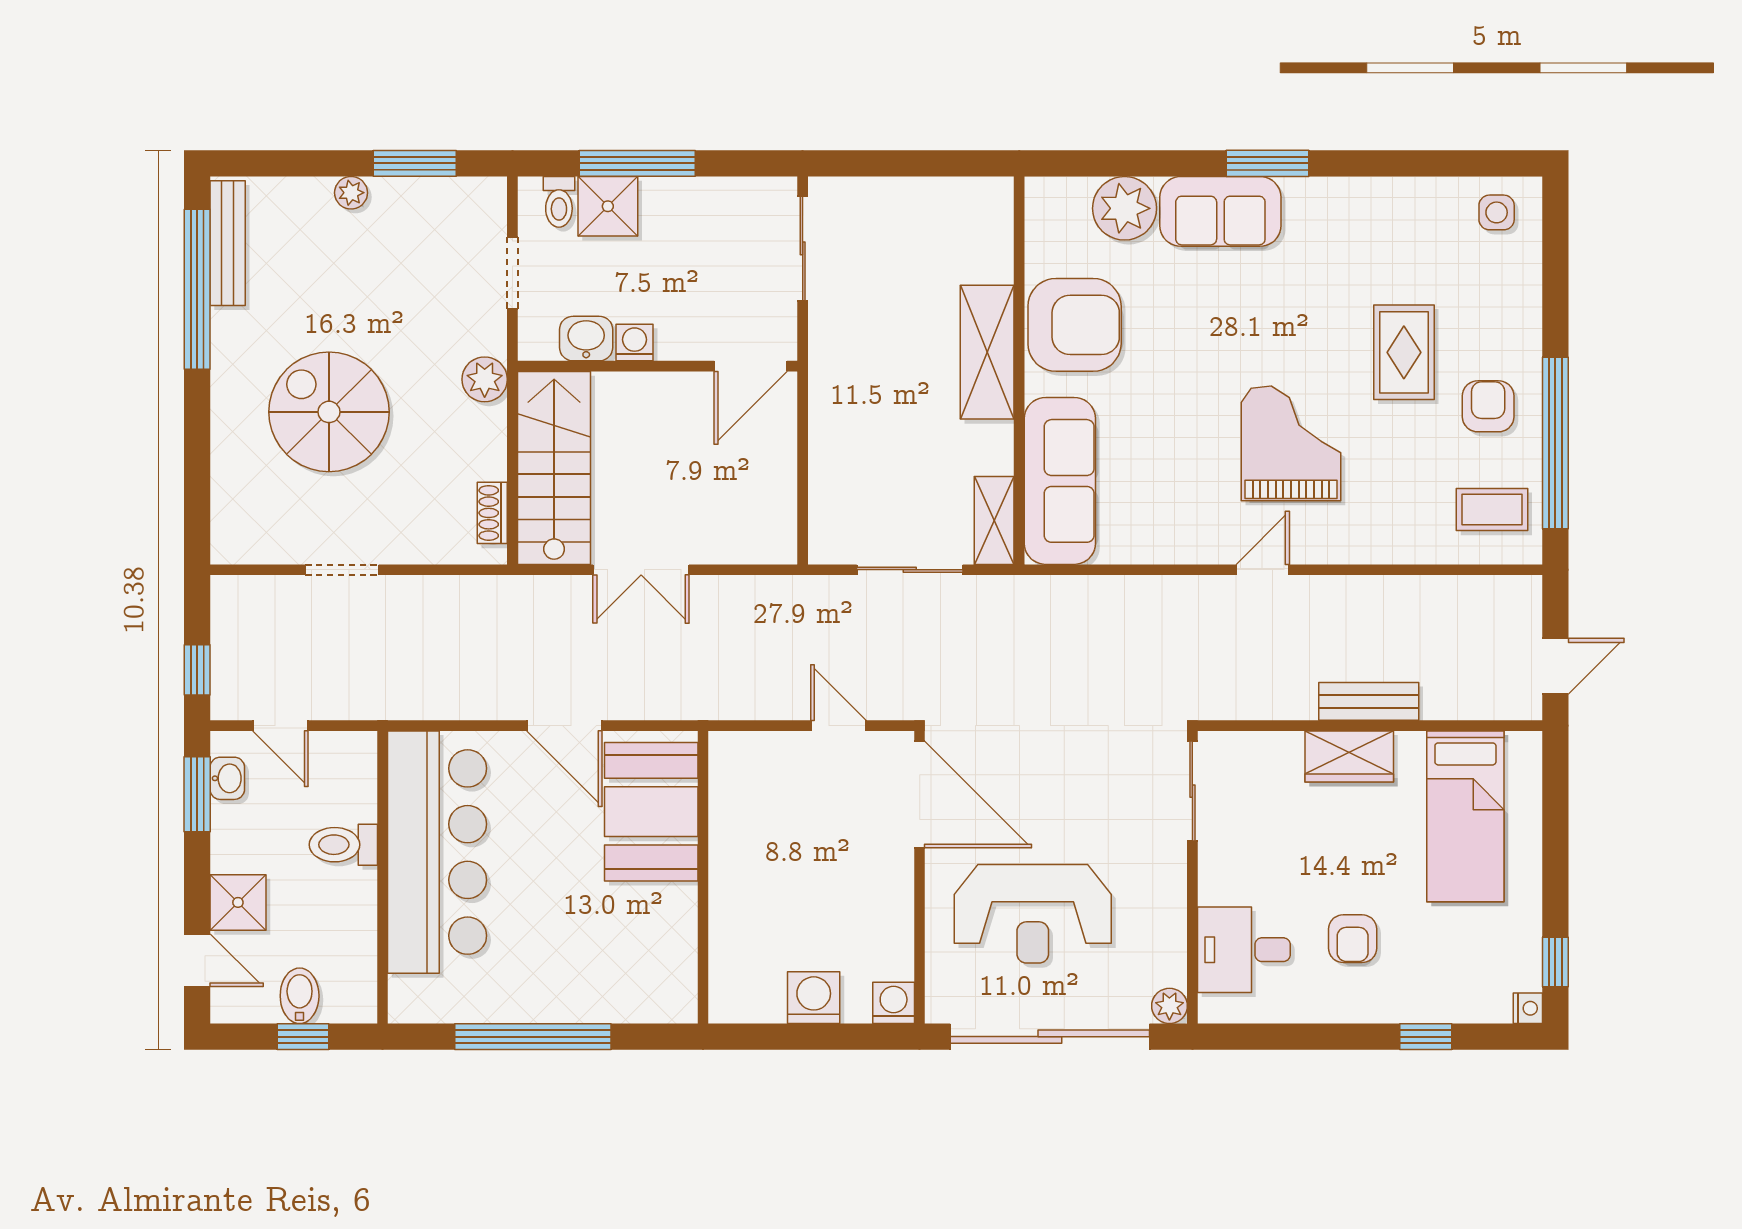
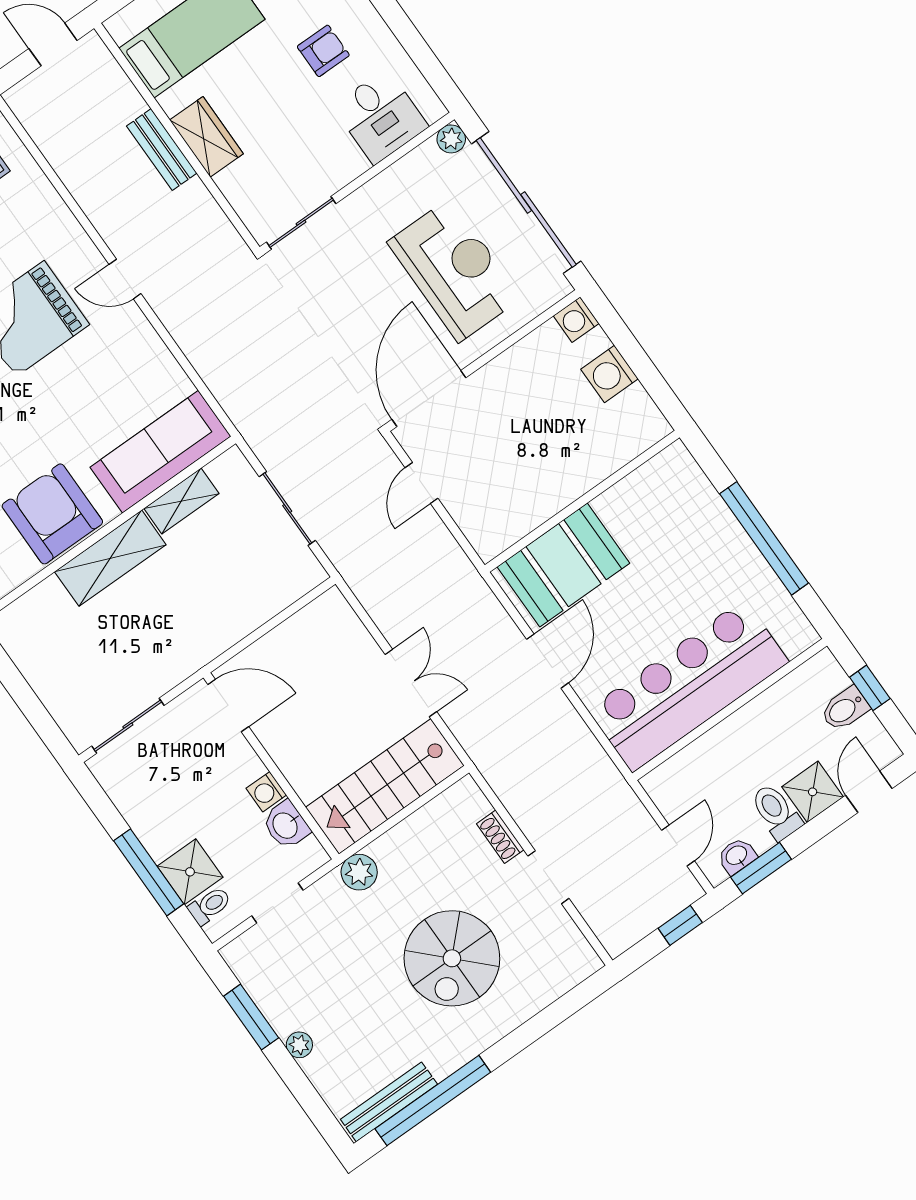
shoe rack: (492, 513) -> (500, 837), moved, turned 90
shelving: (994, 520) -> (181, 501), moved
toilet: (343, 845) -> (776, 812), moved, turned 180

